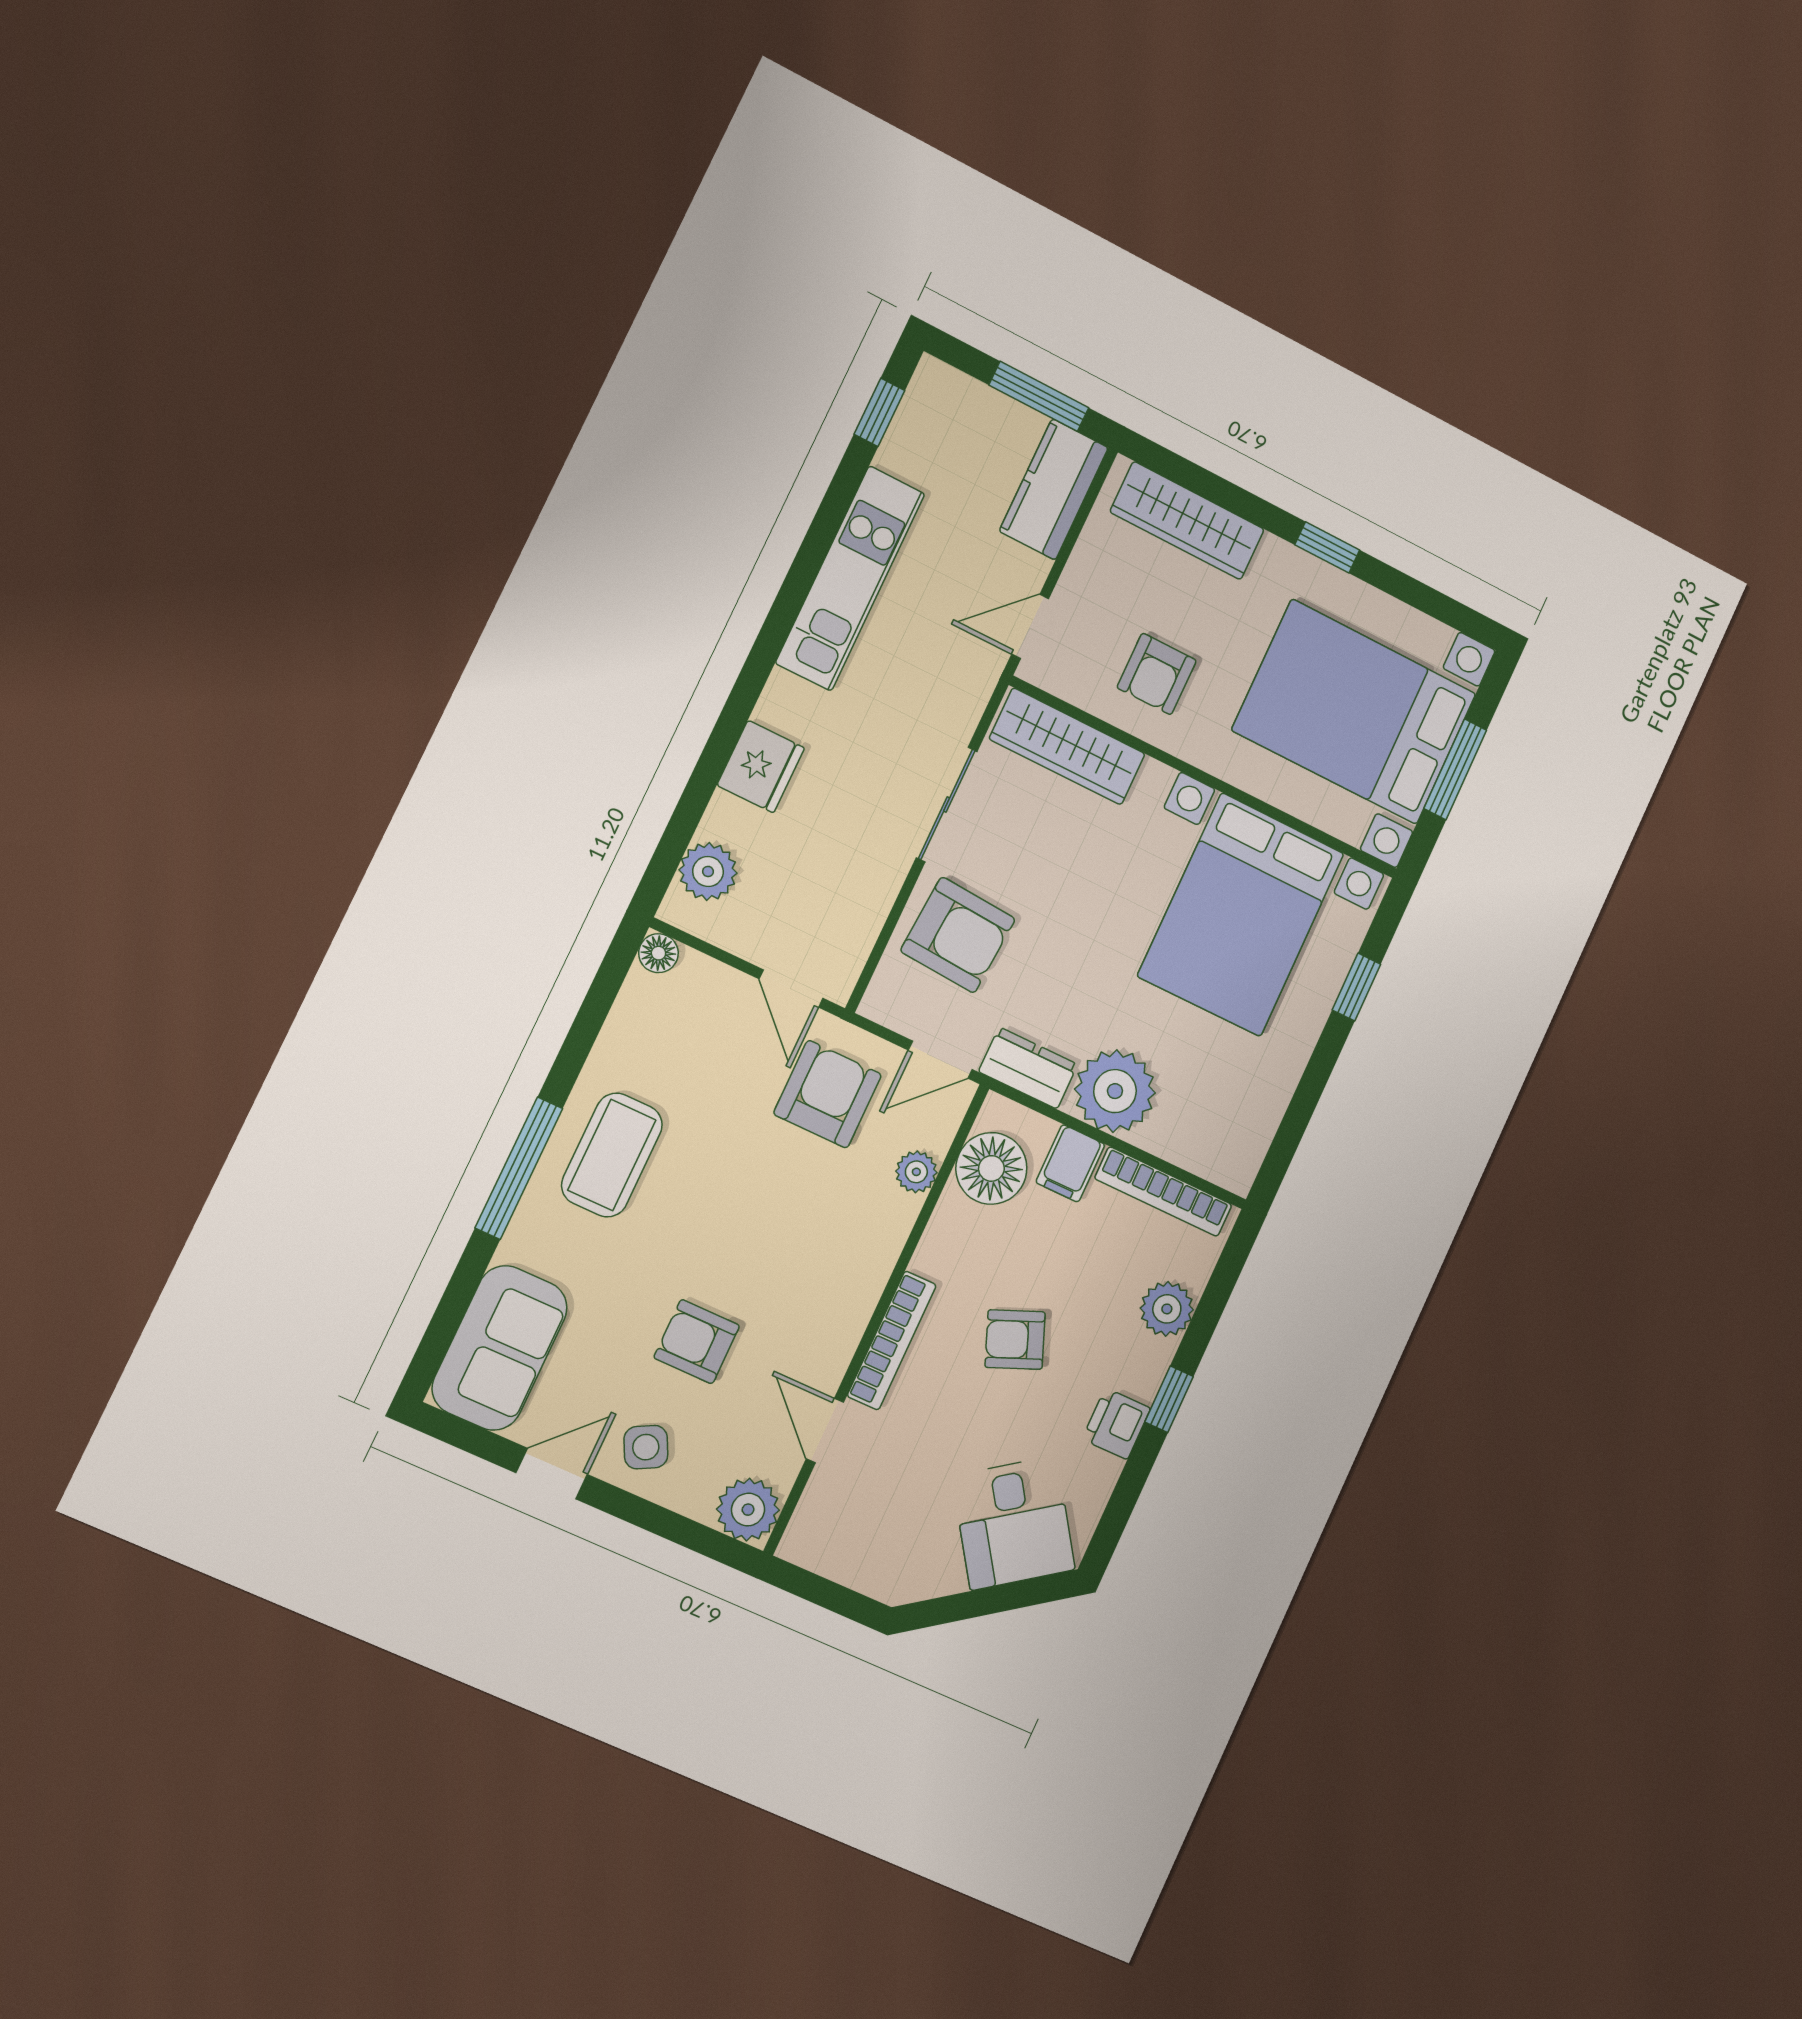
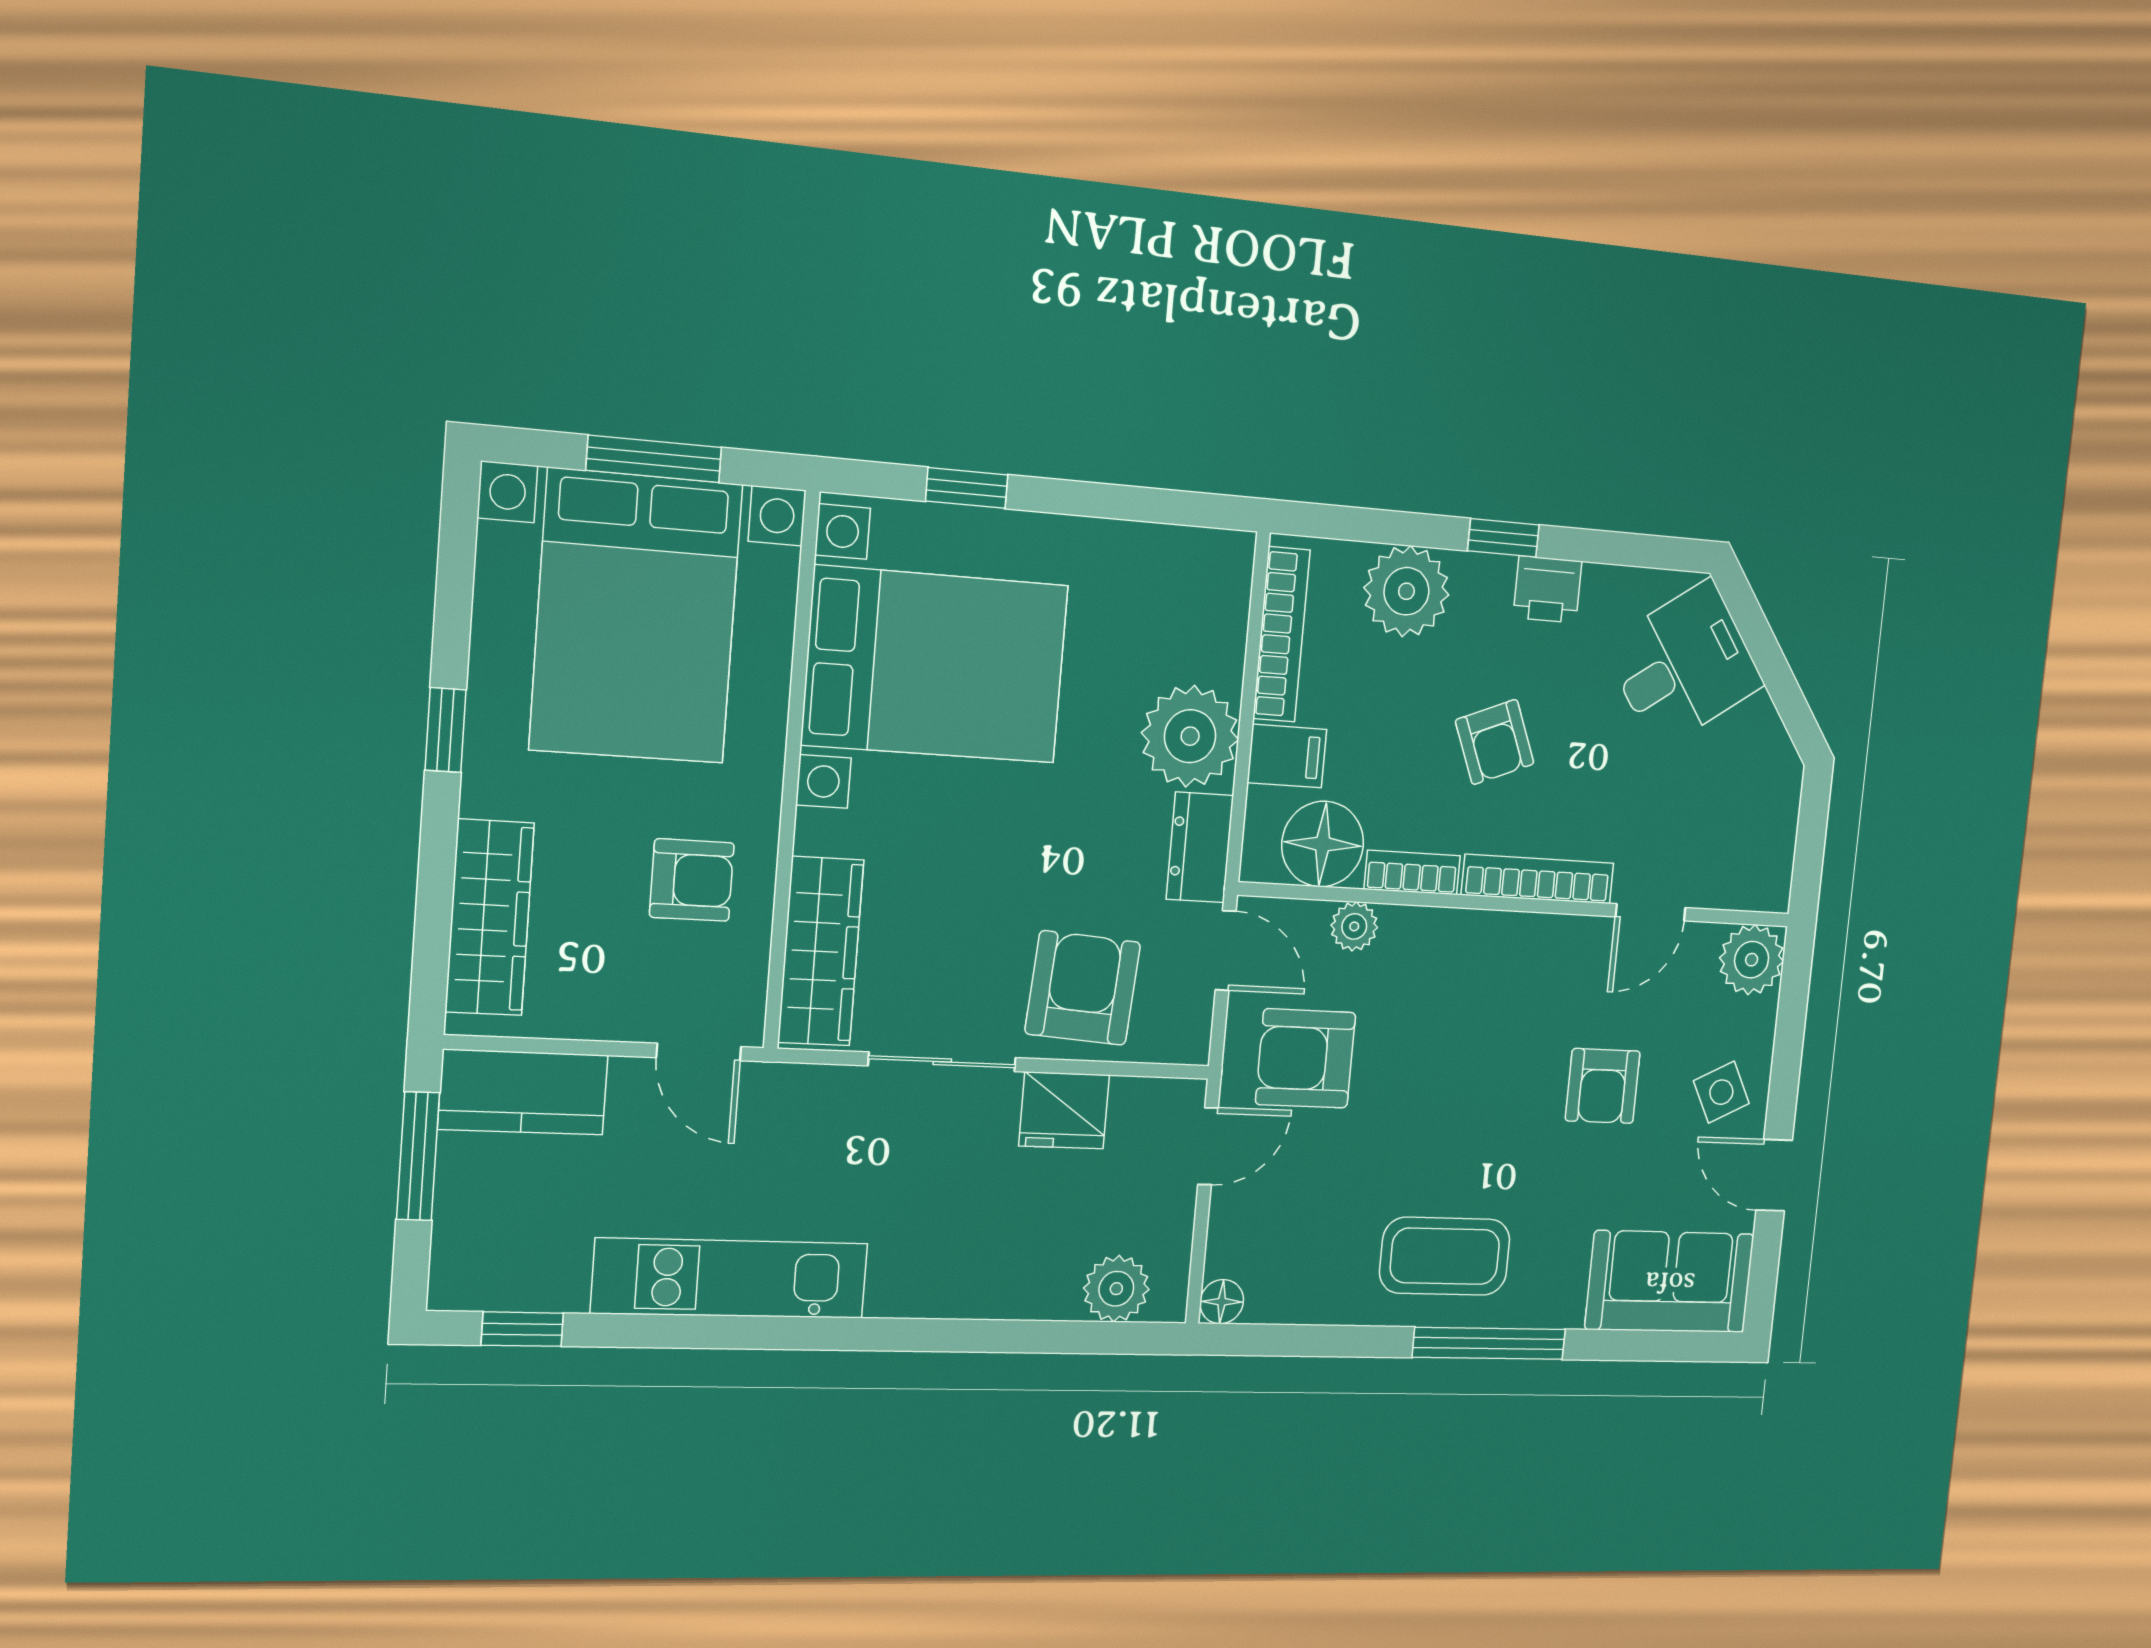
fridge: (761, 767) -> (1064, 1110), moved, turned 180
bookcase: (940, 1235) -> (1412, 872), added
plant: (1167, 1309) -> (1406, 591), width x1.36, depth x1.36

